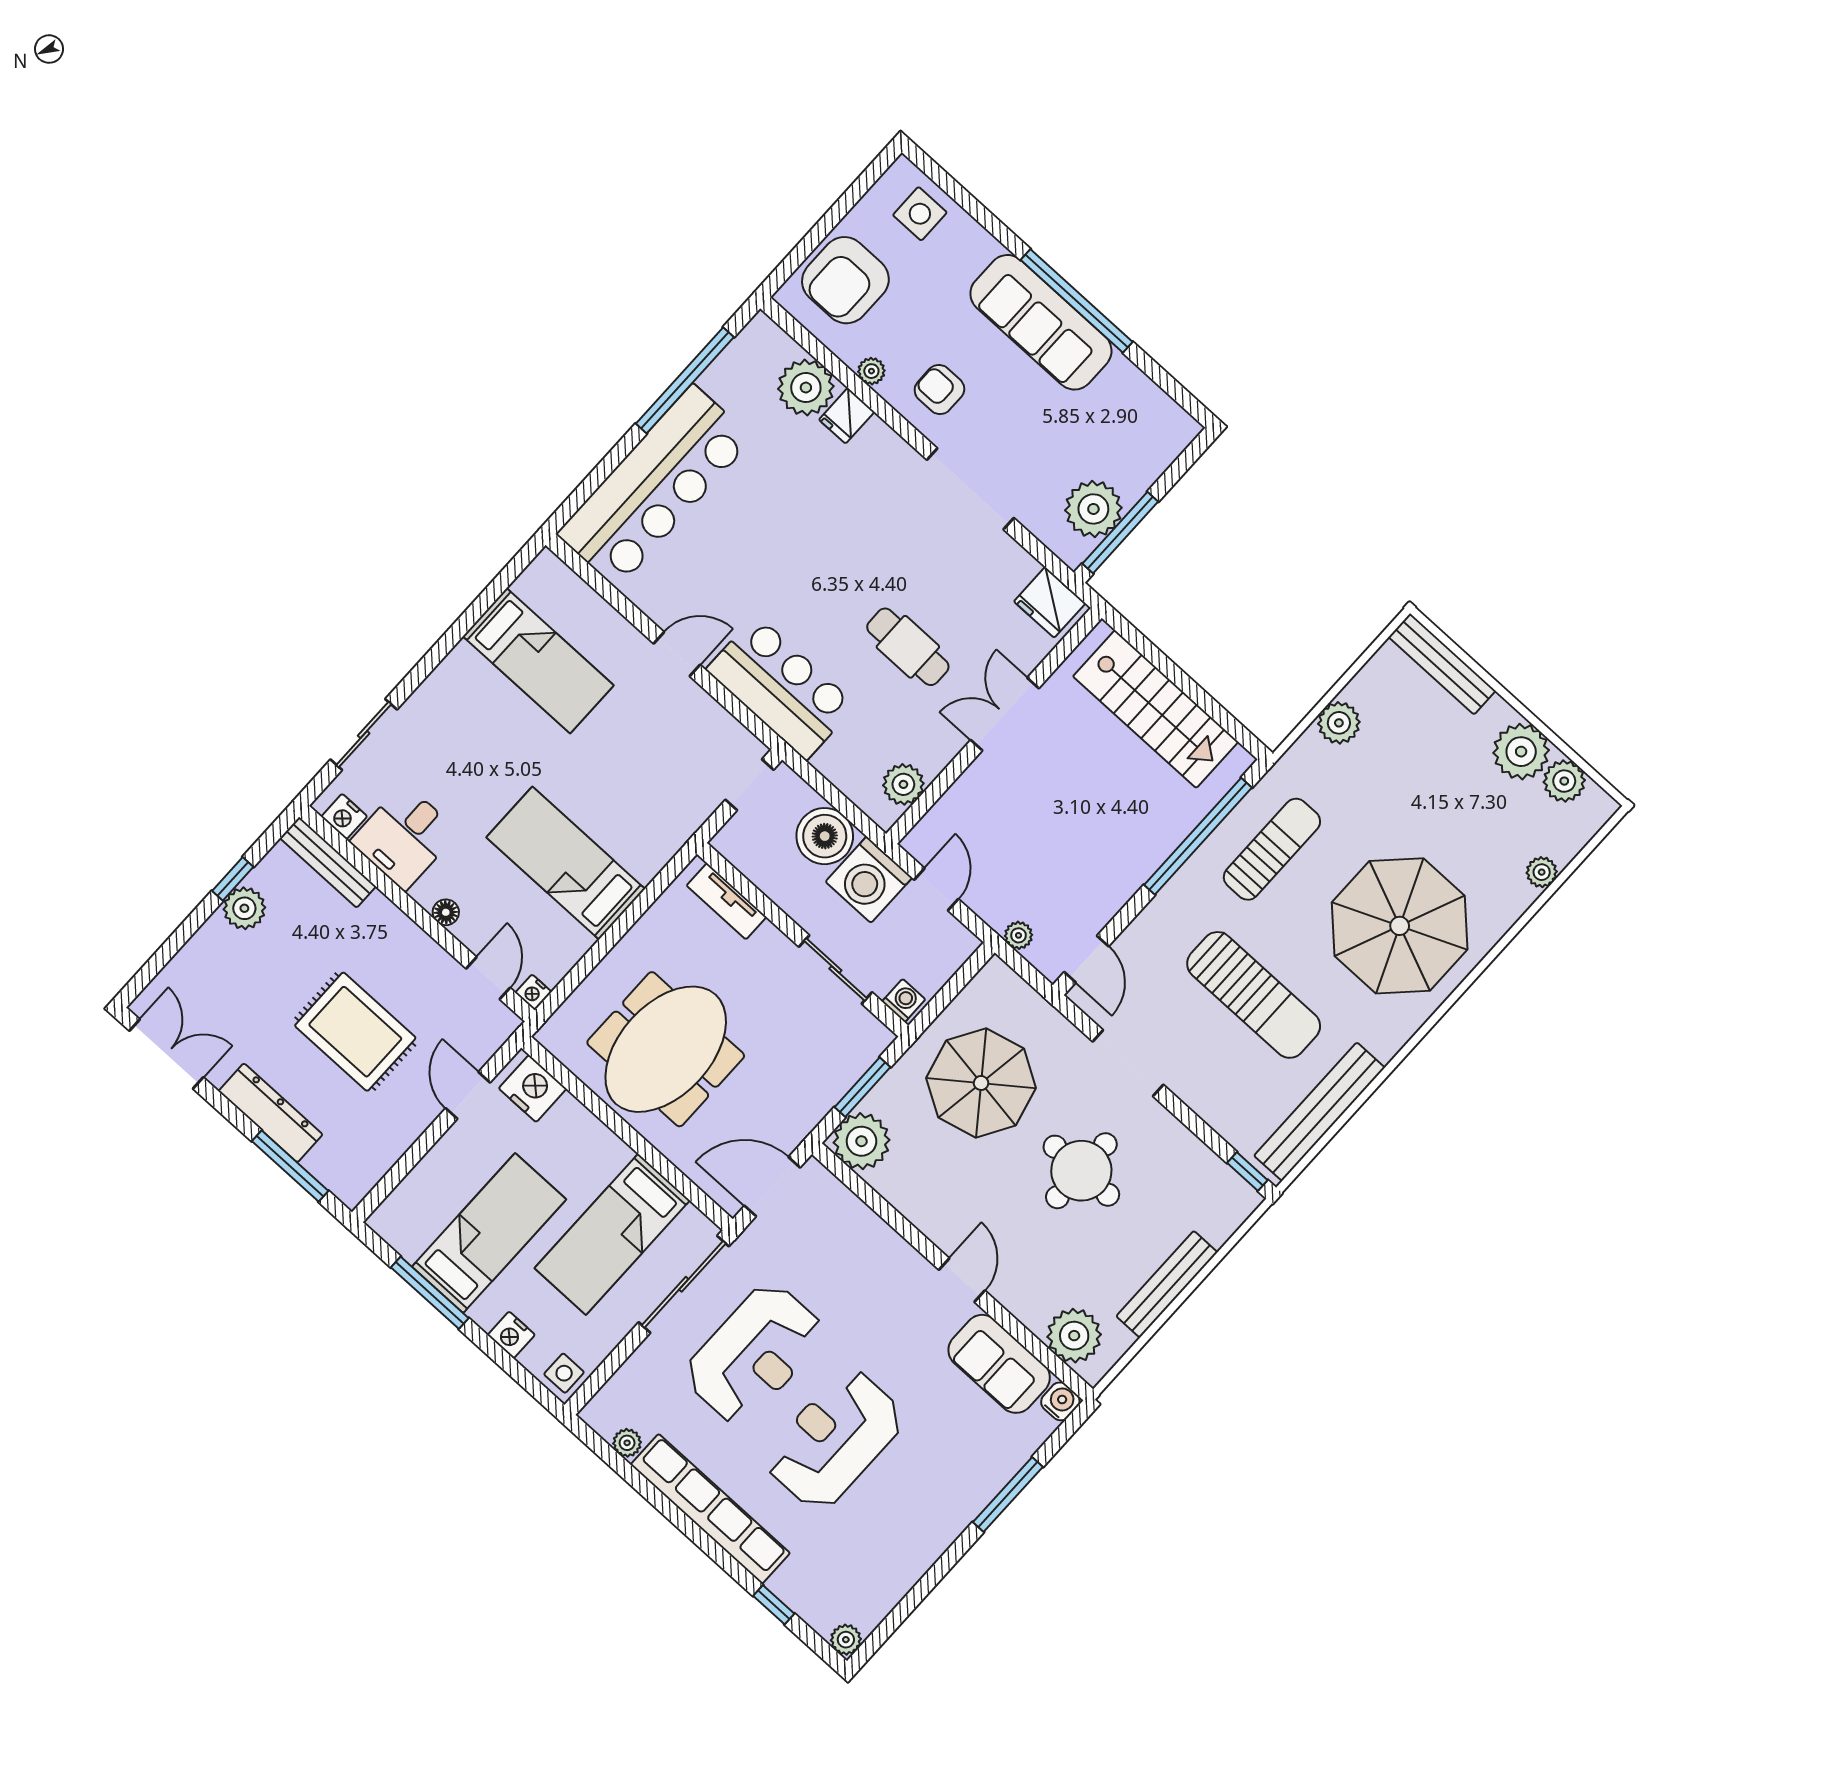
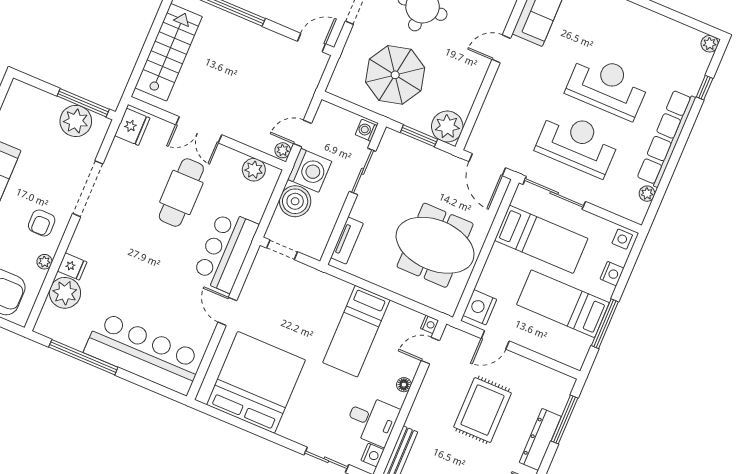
cafe table: (908, 647) -> (181, 192), width x1.37, depth x1.35
bed: (538, 661) -> (256, 382), width x2.04
plant: (1019, 935) -> (283, 150), moved
reception desk: (834, 1439) -> (607, 86), turned 180

